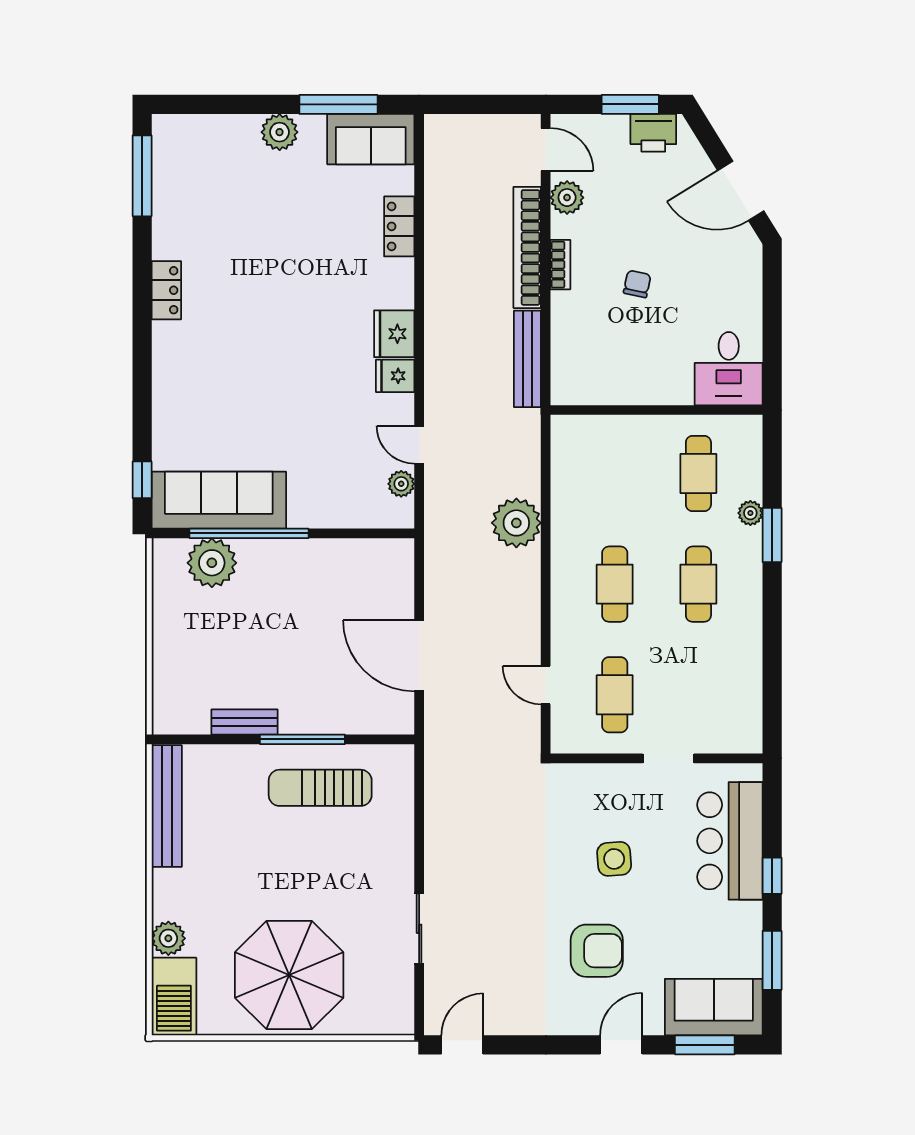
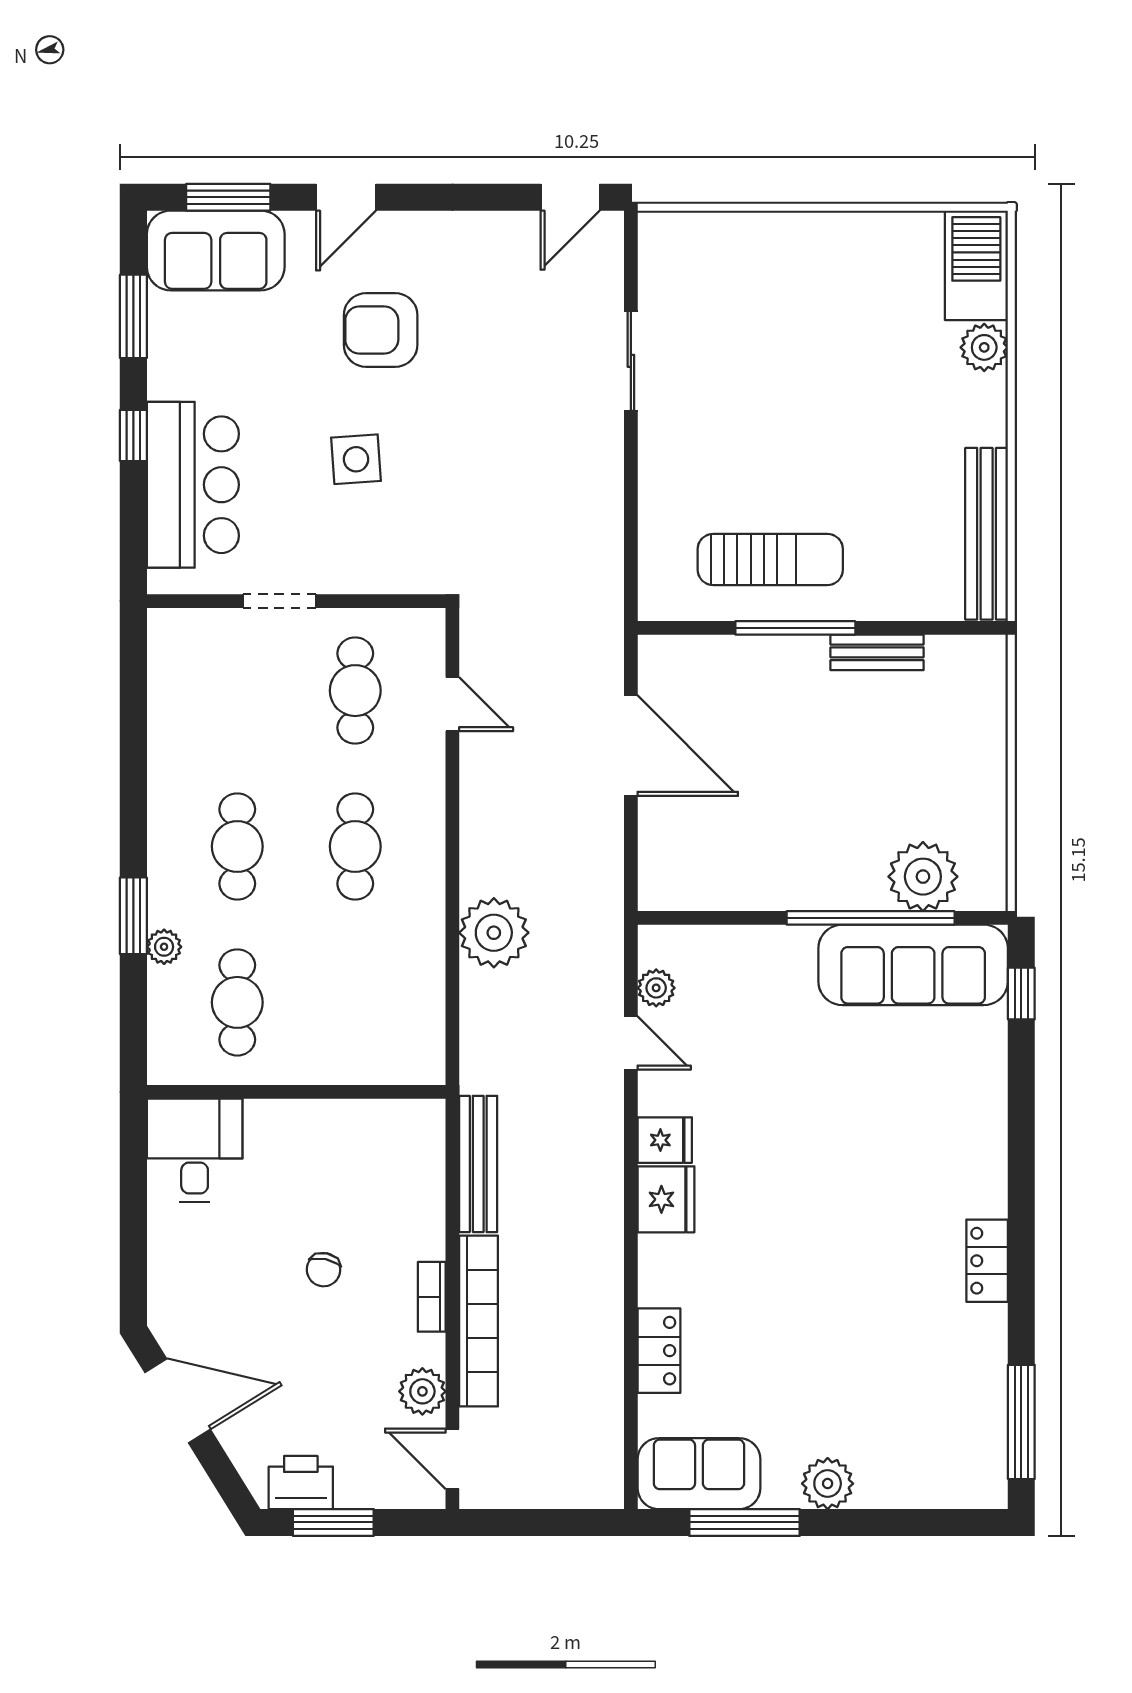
parasol: (289, 975) -> (814, 296), removed

